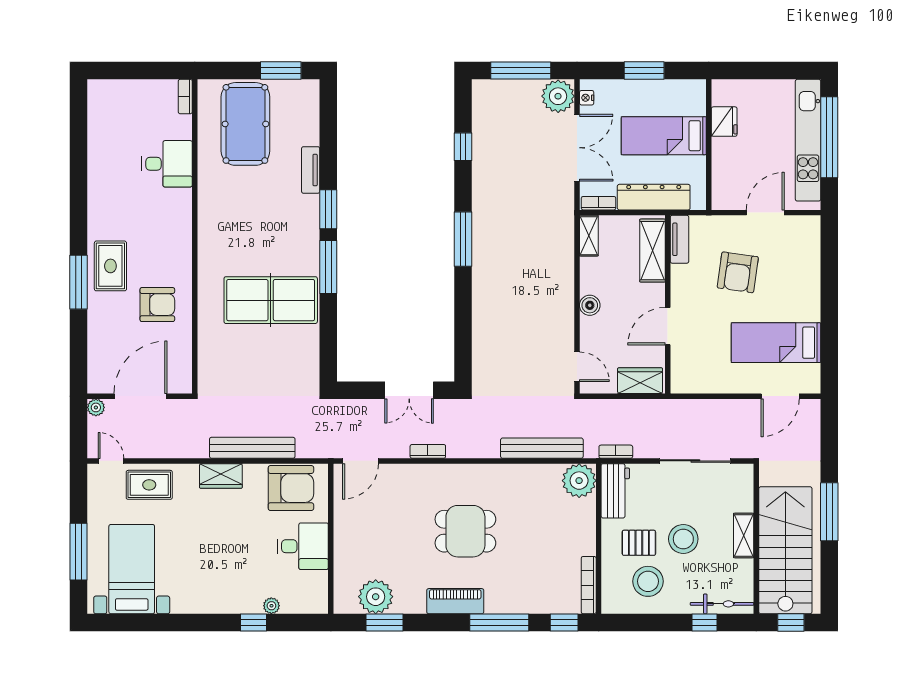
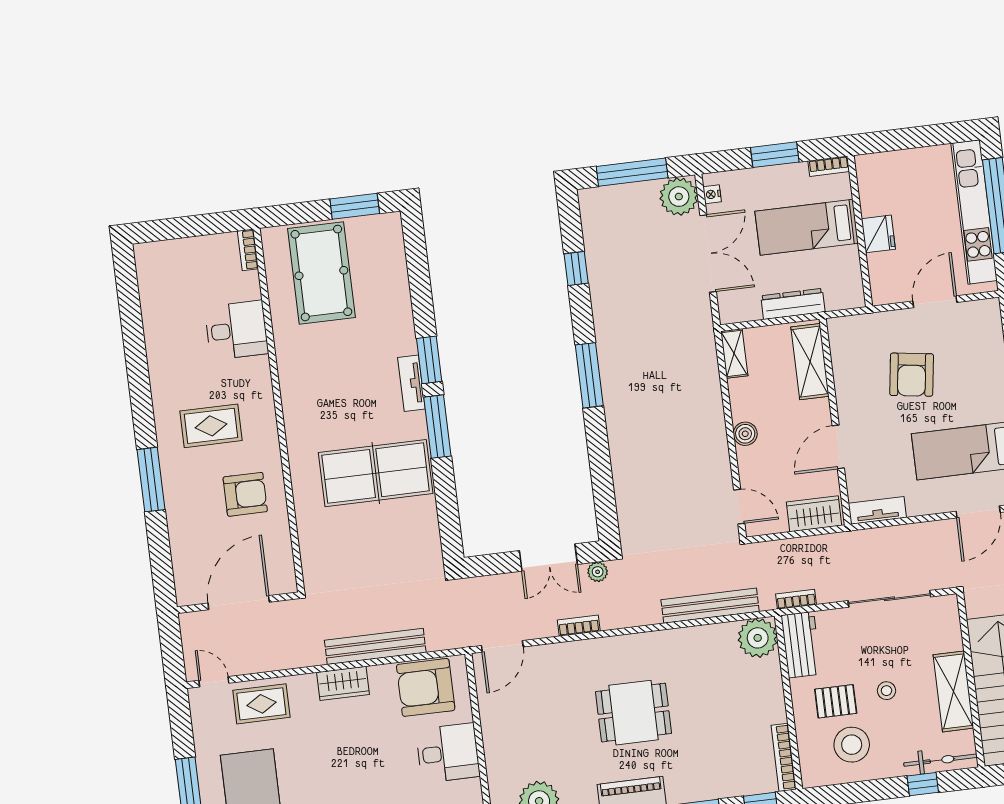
fridge: (724, 122) -> (878, 234), moved
tv unit: (311, 170) -> (411, 383), moved
dresser: (654, 197) -> (793, 304), width x0.73, depth x0.80
bookcase: (599, 203) -> (829, 166), moved, turned 180
tv unit: (680, 239) -> (877, 510), moved, turned -90
rug: (110, 266) -> (211, 426), moved, turned 90
plant: (96, 407) -> (598, 572), moved
armchair: (291, 488) -> (426, 687), turned 180
shelving: (744, 535) -> (953, 691), width x1.50, depth x1.33
stool: (683, 539) -> (886, 691), width x0.53, depth x0.53

